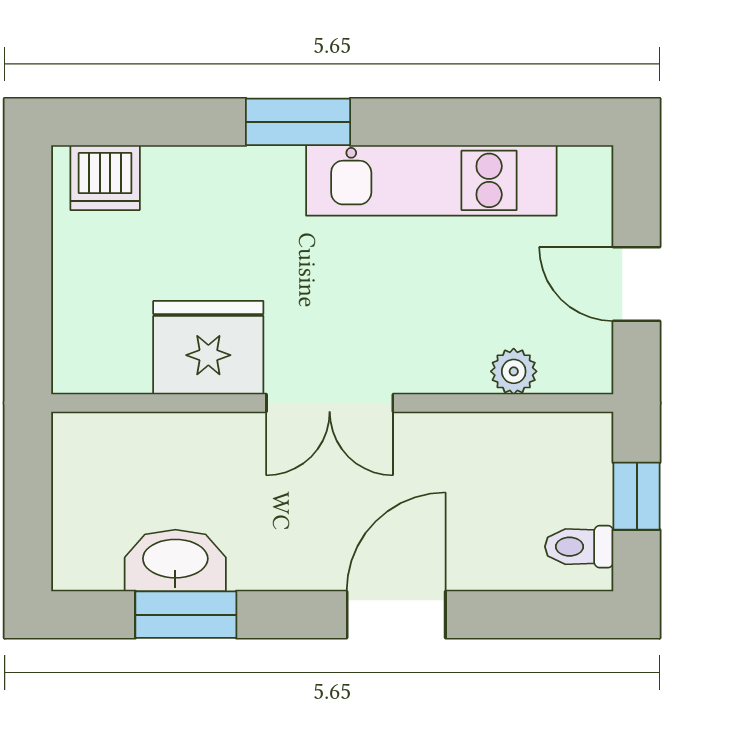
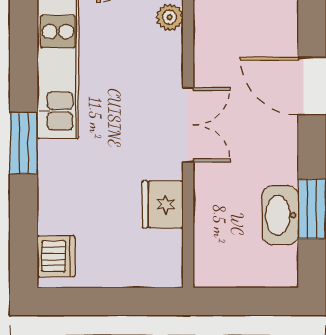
fridge: (208, 348) -> (163, 204), width x0.73, depth x0.75

